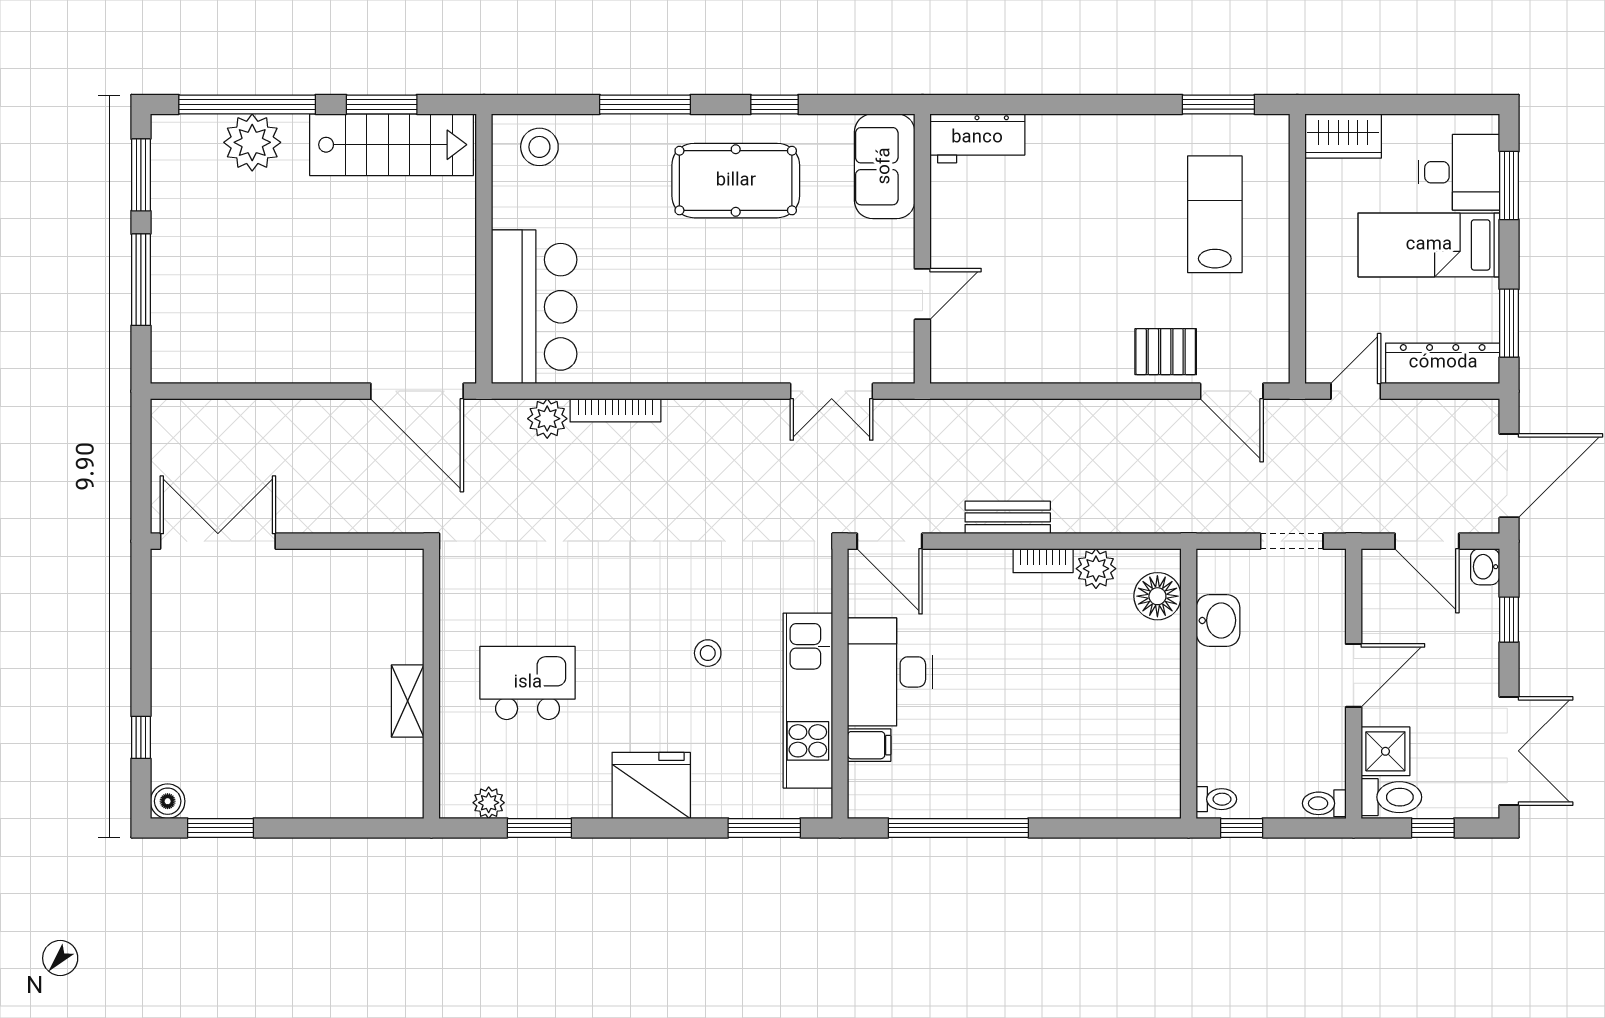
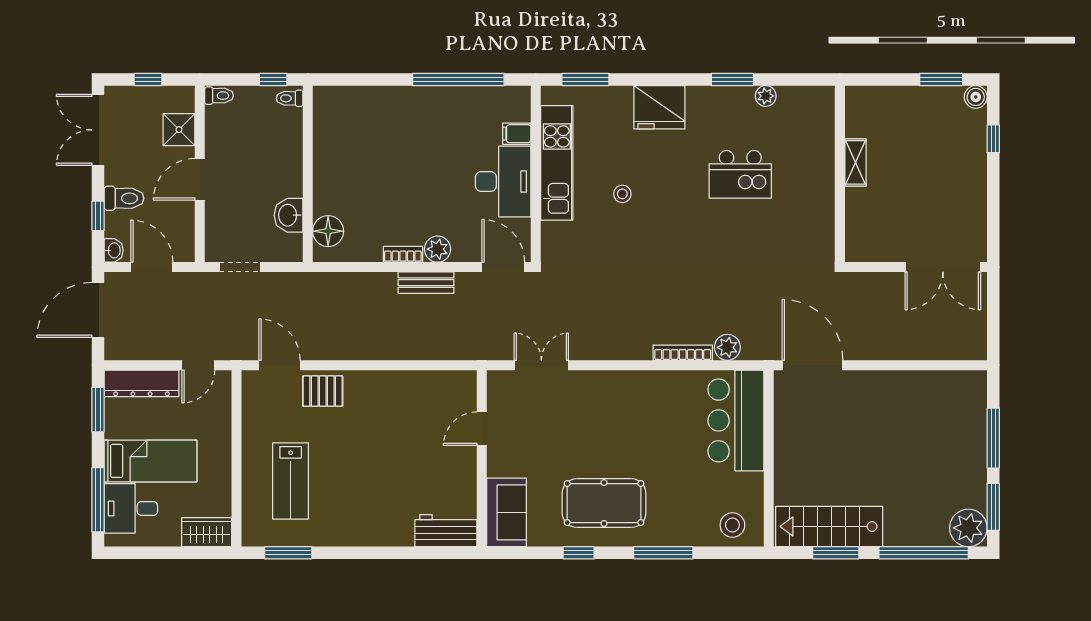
plant: (252, 142) -> (968, 528), moved
window: (1509, 186) -> (98, 500), width x1.44
plant: (1096, 569) -> (438, 249), moved
wall: (431, 684) -> (840, 174), moved
shelving: (408, 701) -> (855, 162), moved
toilet: (1391, 797) -> (124, 198), moved, turned 180

